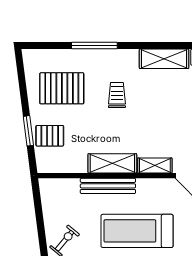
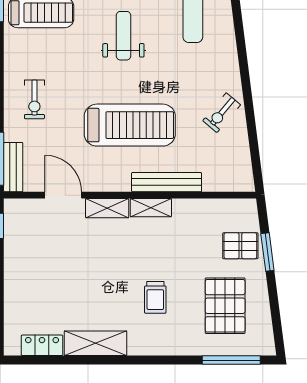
window: (94, 45) -> (231, 360), moved
pallet: (62, 88) -> (225, 306), turned 90
shelving: (112, 163) -> (151, 208), width x0.67, depth x0.75

